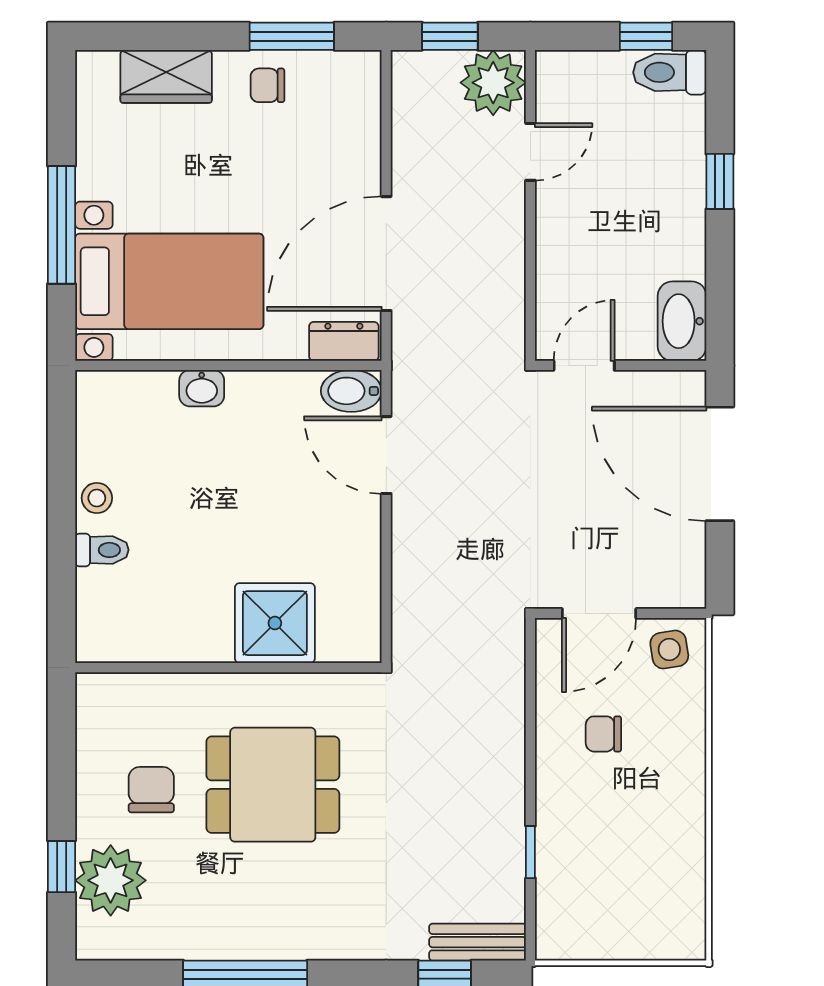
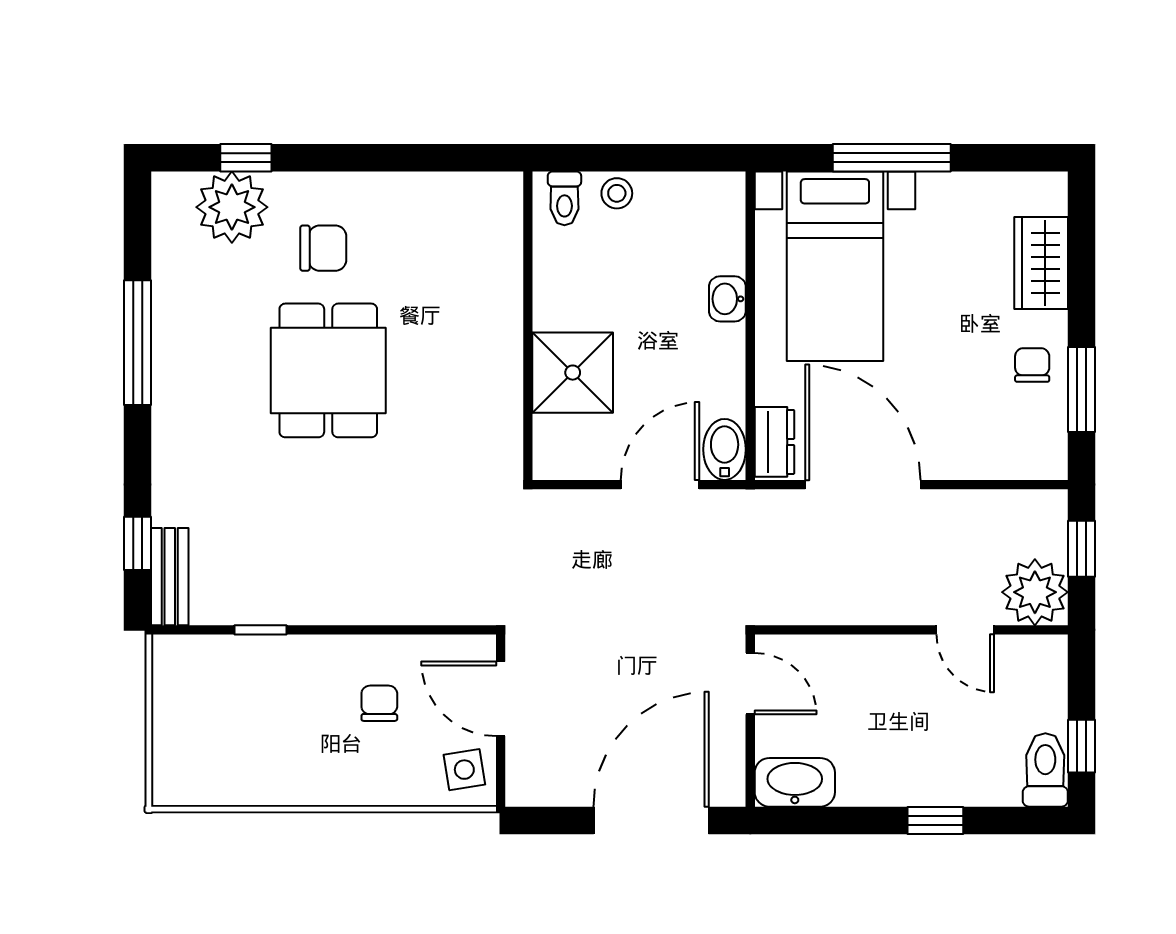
shower: (275, 623) -> (573, 373), moved
wall: (228, 668) -> (528, 326), moved

